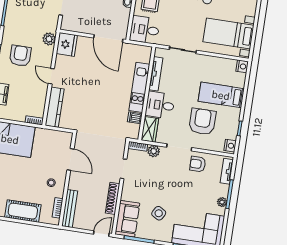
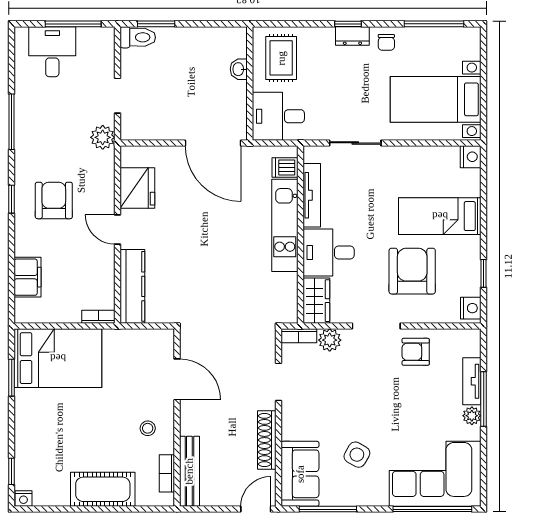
plant: (49, 39) -> (103, 137), moved
fridge: (67, 44) -> (137, 188), moved
dishwasher: (135, 118) -> (285, 168), moved
tv unit: (227, 171) -> (472, 381), moved

